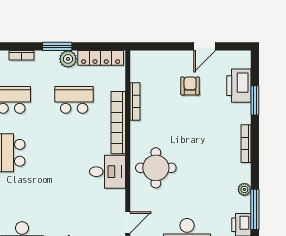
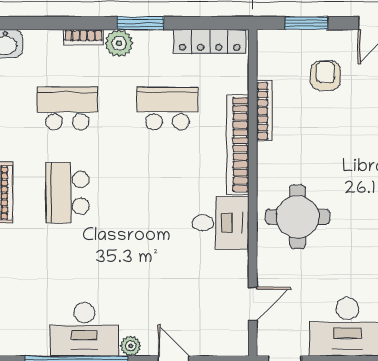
window: (161, 46) -> (306, 23), added
plant: (68, 59) -> (119, 43), moved
armchair: (190, 86) -> (325, 76), moved

